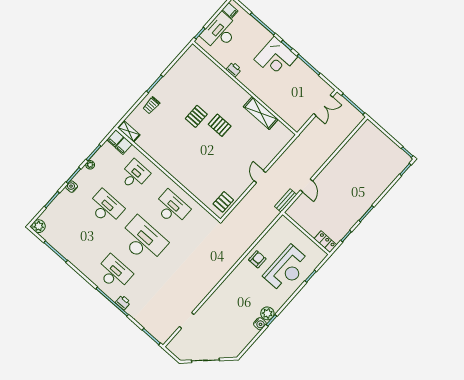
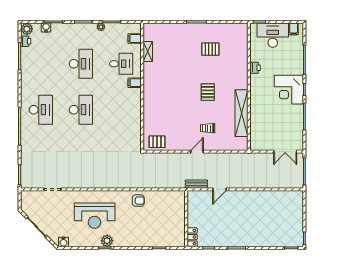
trolley: (151, 105) -> (208, 128), moved
shelving: (261, 113) -> (242, 113), width x1.47
pallet: (196, 116) -> (210, 49), moved
shelving: (129, 131) -> (148, 51), moved
filing cabinet: (115, 138) -> (135, 83), moved
water cooler: (72, 187) -> (46, 27), moved
desk: (172, 208) -> (121, 110), removed
desk: (143, 240) -> (81, 110), width x0.73, depth x0.77
reception desk: (287, 269) -> (95, 216), moved
printer: (123, 303) -> (26, 41), moved
water cooler: (260, 324) -> (63, 242), moved

